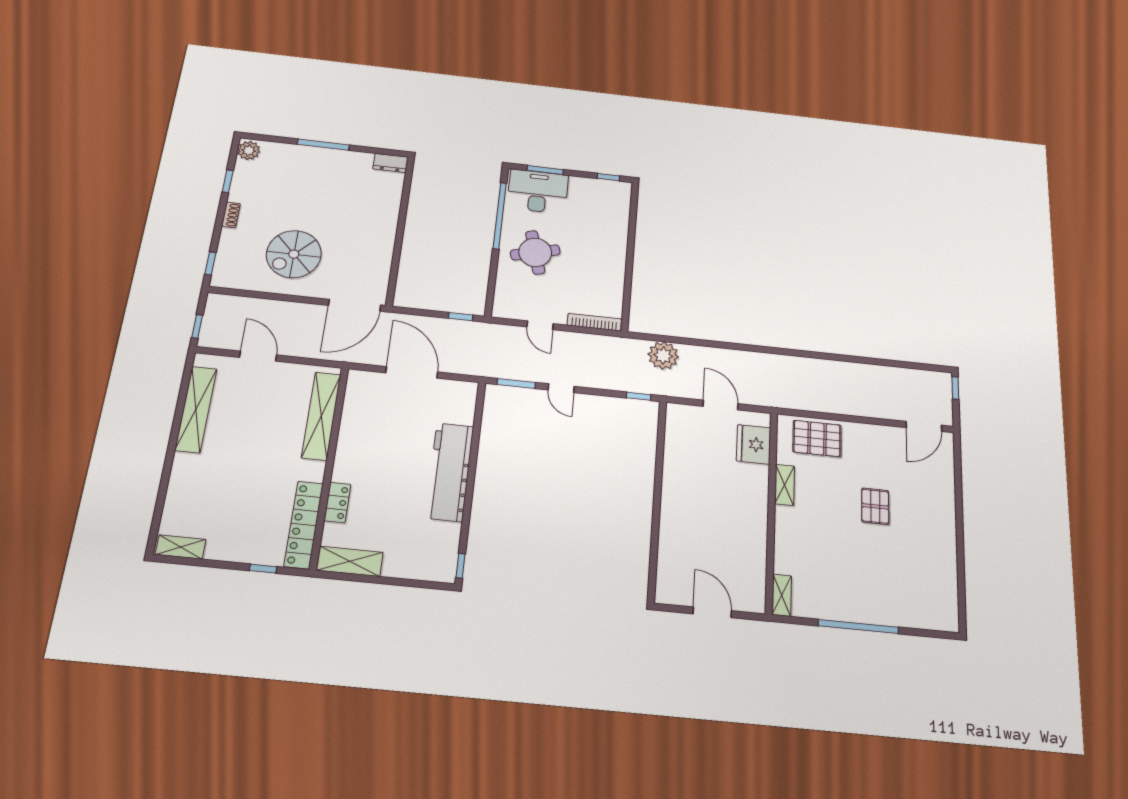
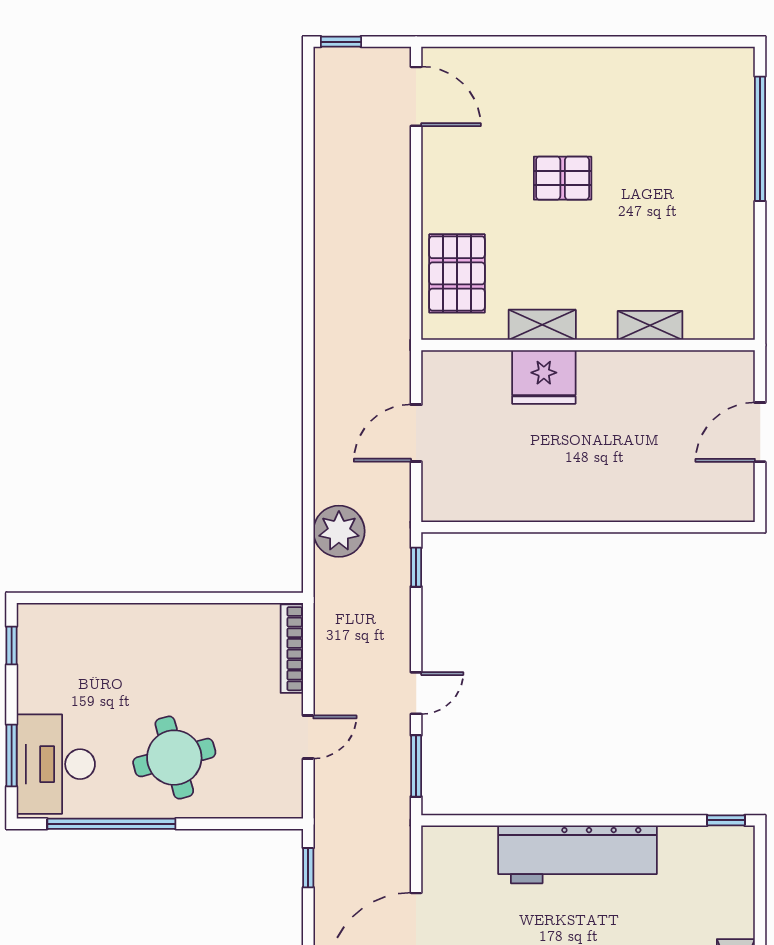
fridge: (753, 444) -> (544, 377), moved
shelving: (782, 595) -> (650, 325), moved
window: (858, 626) -> (760, 139), moved

